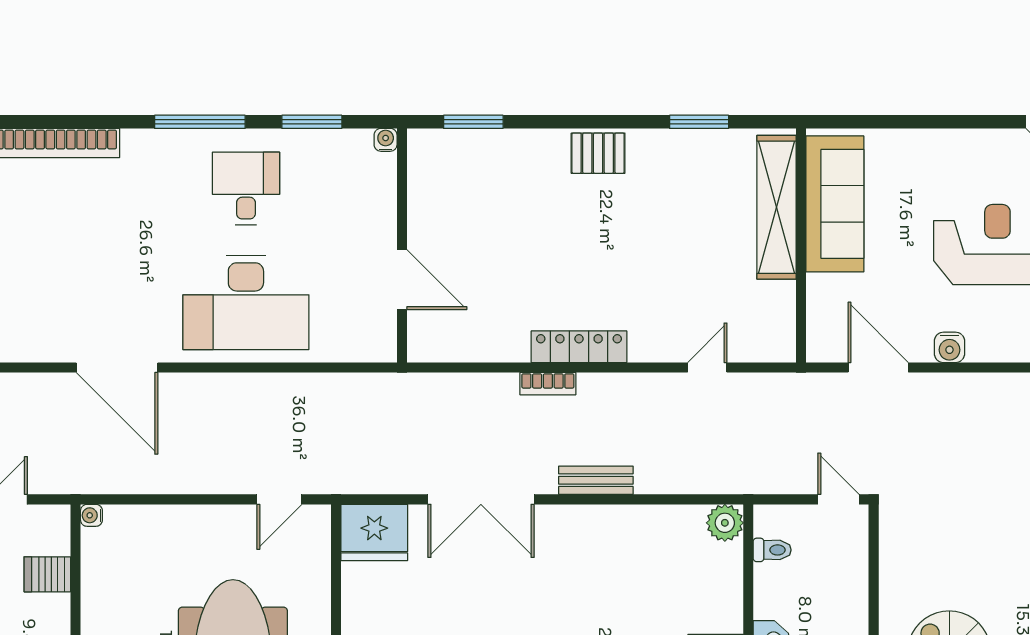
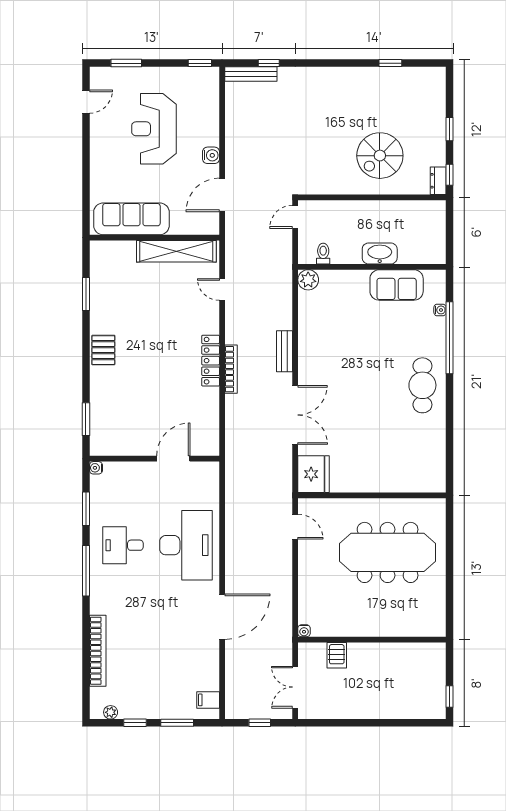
shelving: (776, 207) -> (176, 251), moved
bookcase: (548, 384) -> (231, 369), width x1.56

